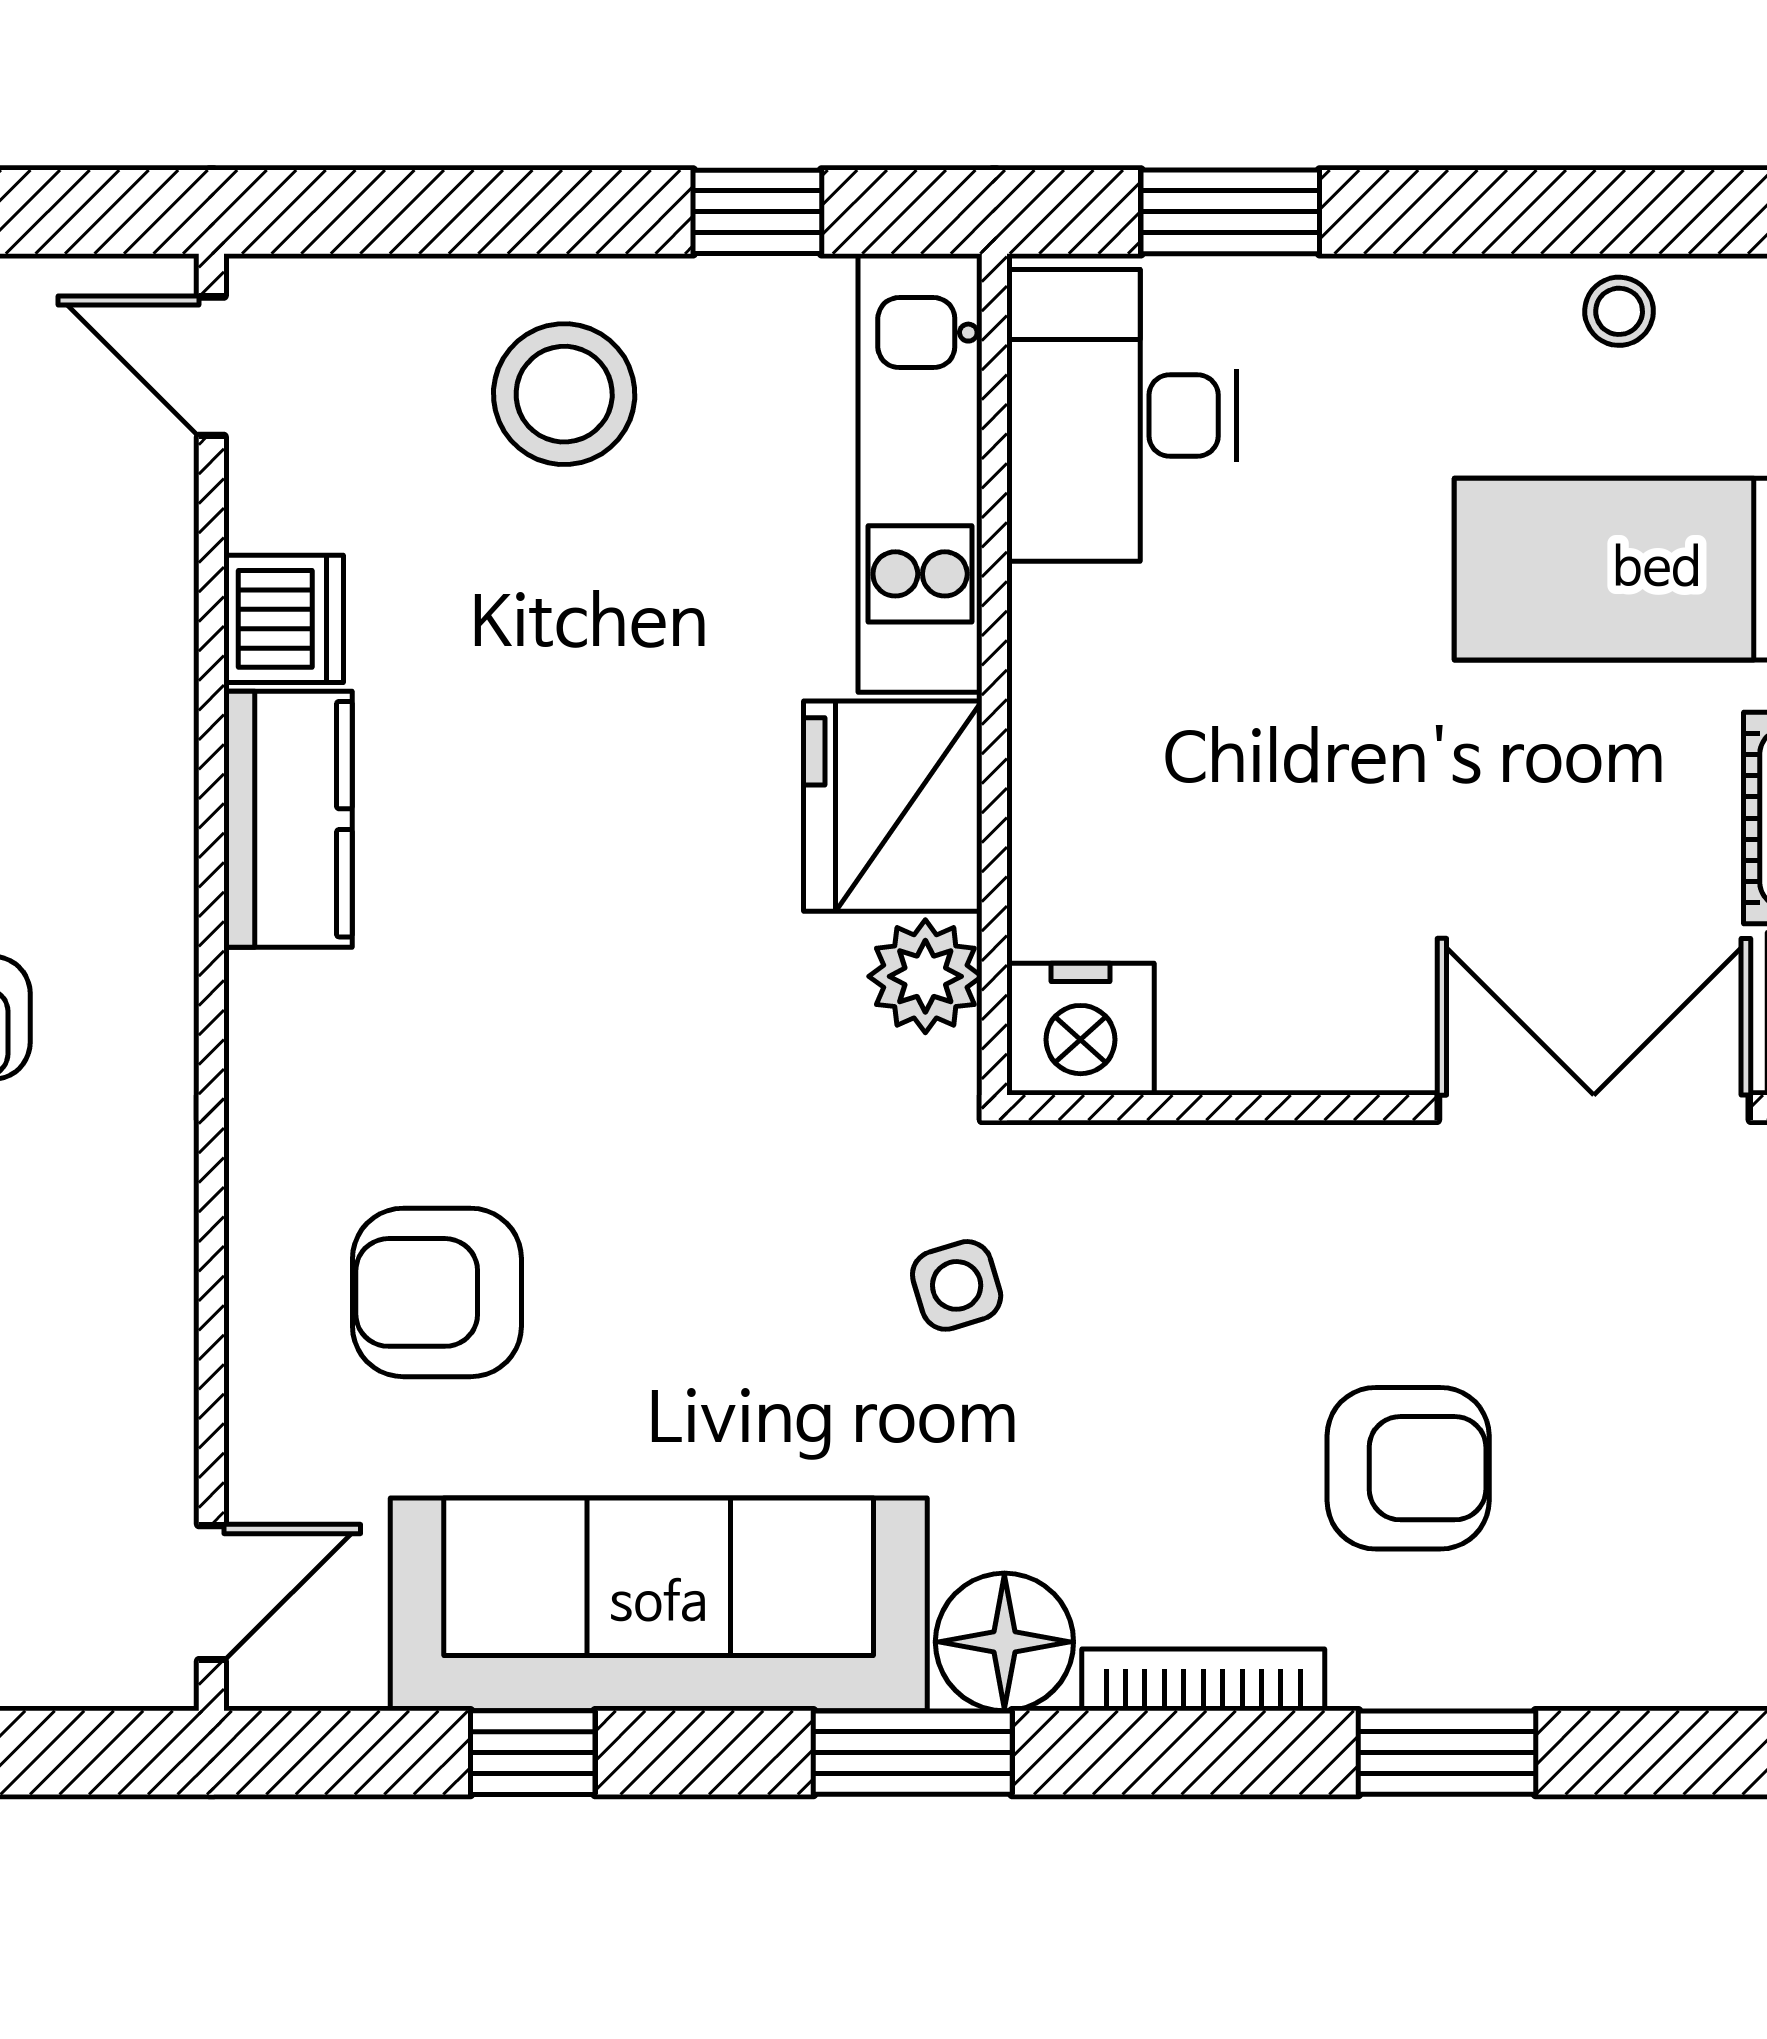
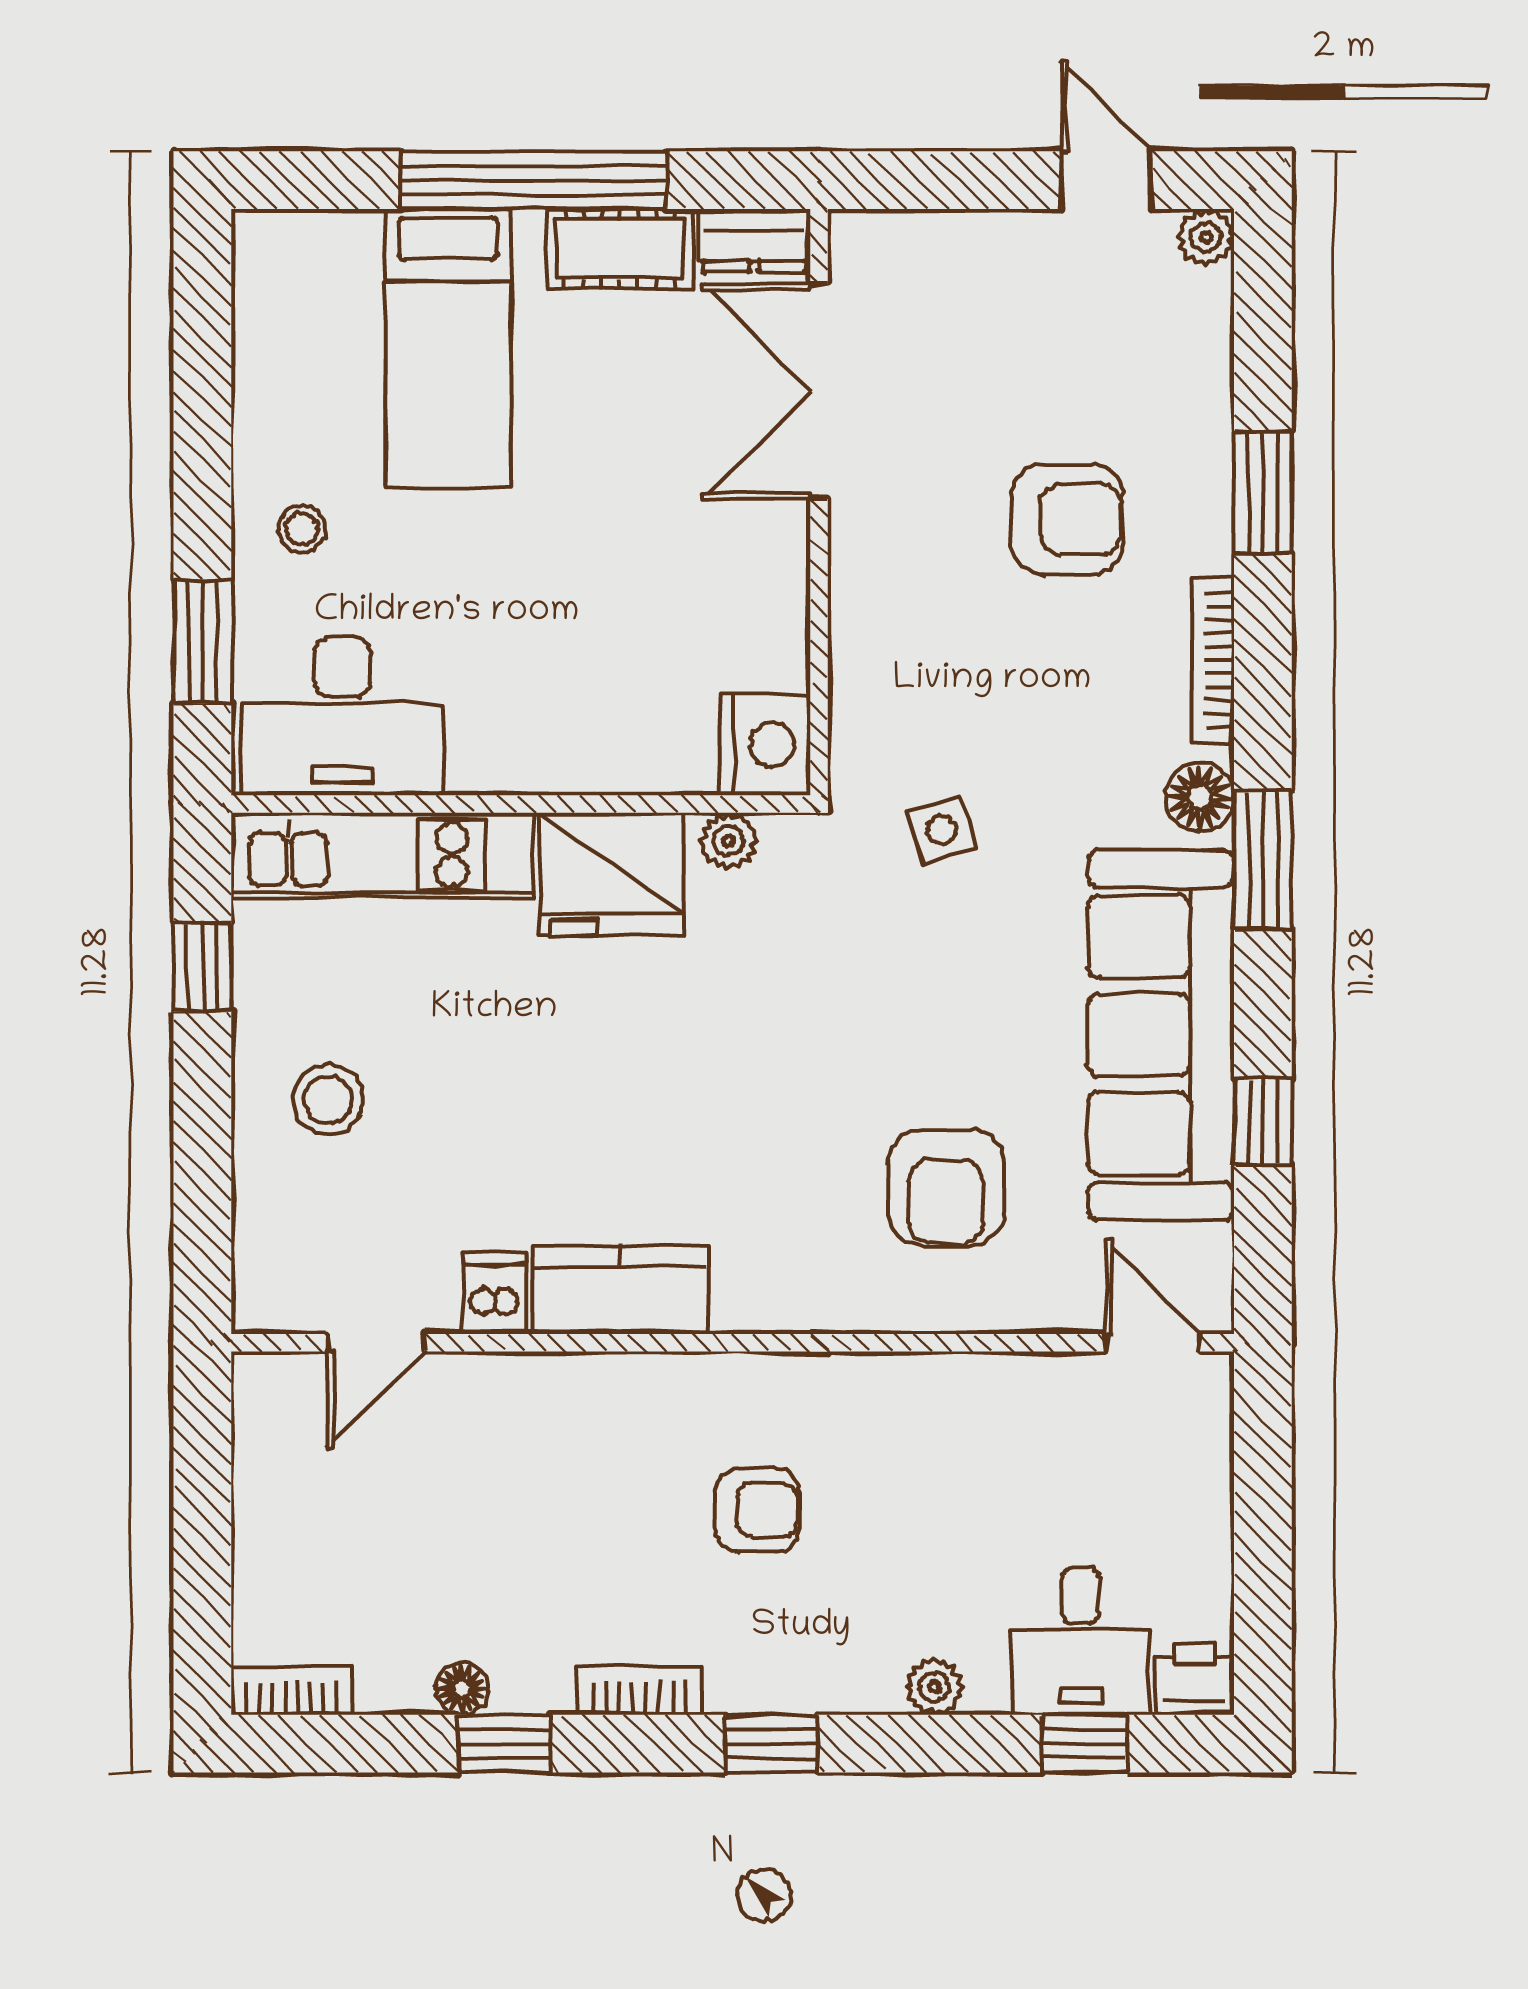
stool: (1619, 311) -> (302, 529), moved
door: (211, 366) -> (376, 1343), moved
stool: (564, 394) -> (328, 1100), width x0.73, depth x0.73
dishwasher: (284, 619) -> (495, 1293), width x0.73
plant: (925, 976) -> (729, 841), width x0.73, depth x0.73
armchair: (1408, 1468) -> (1067, 519), turned 90
floor lamp: (1004, 1642) -> (1200, 797), width x0.73, depth x0.73

